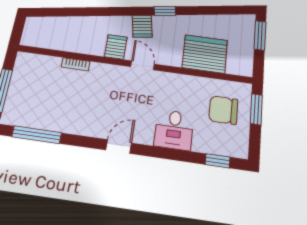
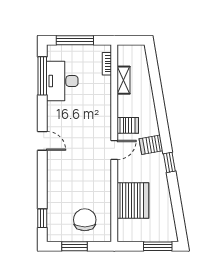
shelving: (62, 44) -> (124, 80), added
bookcase: (76, 64) -> (107, 64), moved
window: (256, 109) -> (74, 246), moved
desk: (174, 130) -> (62, 81), moved, width x1.37

